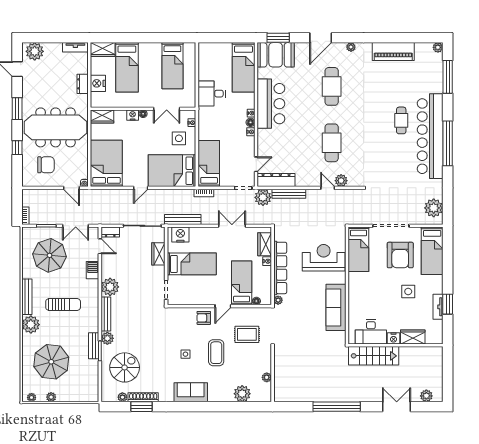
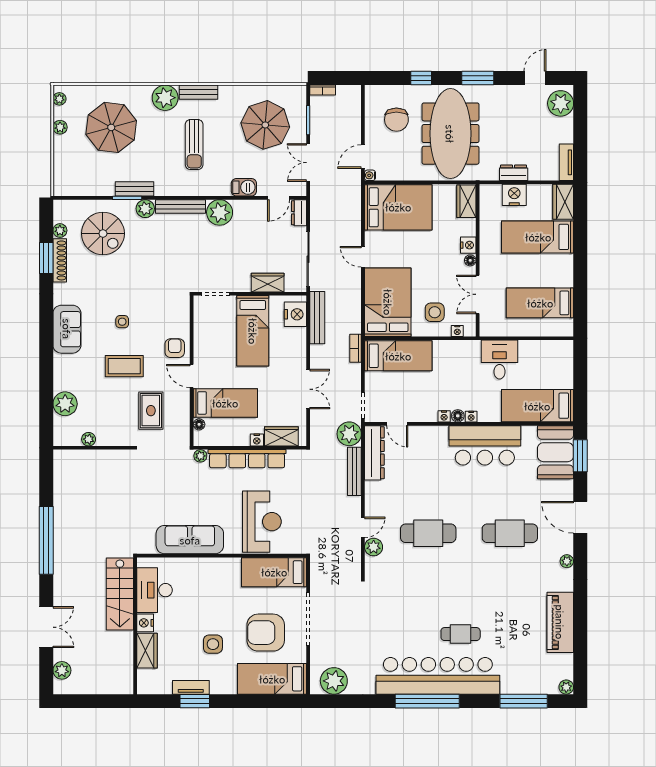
bench: (27, 297) -> (198, 92), width x0.73

